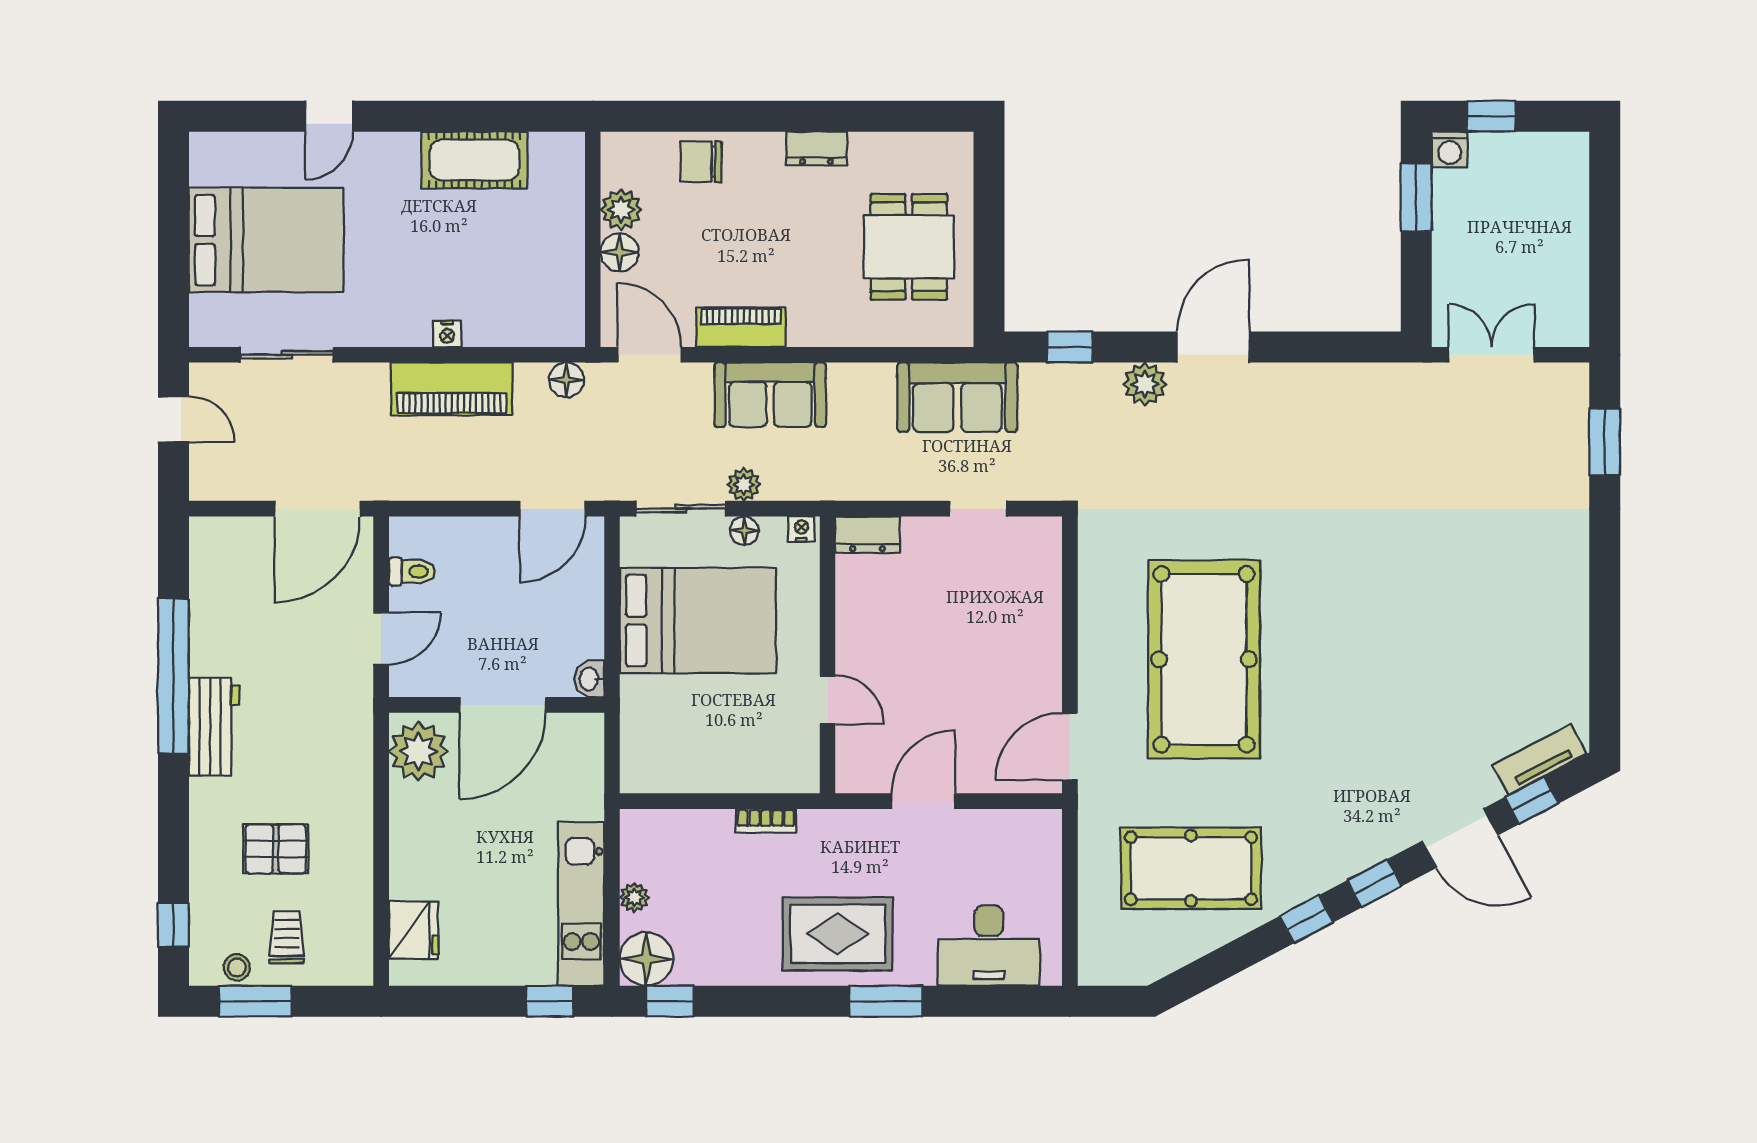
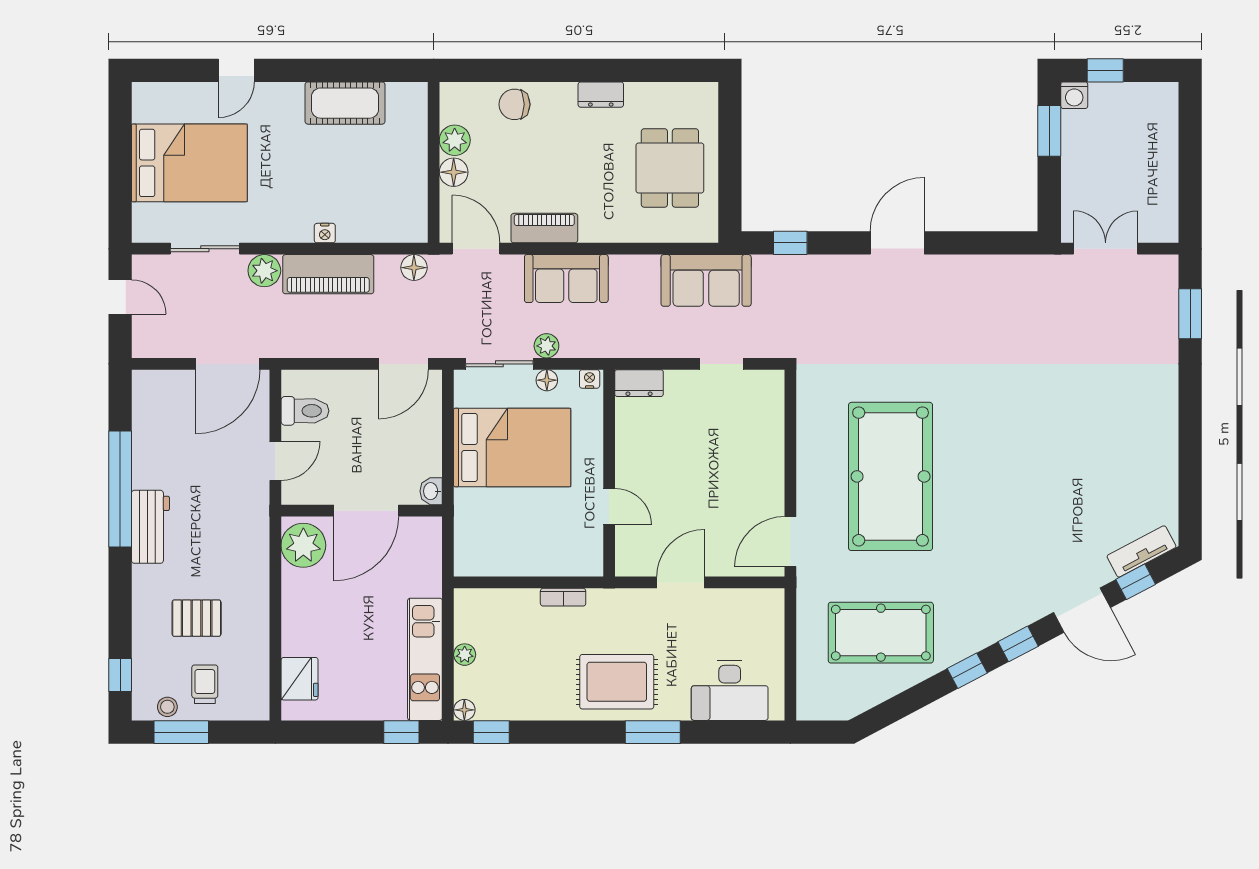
plant: (1145, 384) -> (264, 271), moved
toilet: (412, 572) -> (305, 411), width x1.37, depth x1.39
floor lamp: (646, 959) -> (464, 710), width x0.53, depth x0.53

